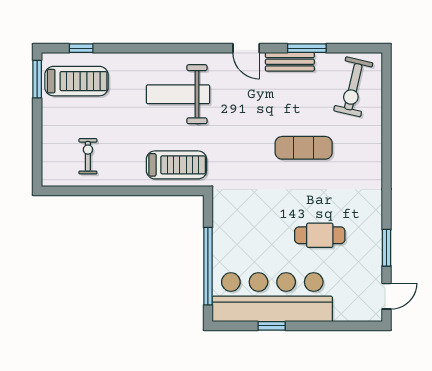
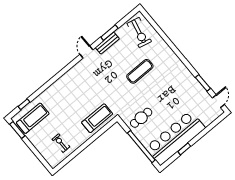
door: (246, 48) -> (86, 52), swing flipped
weight bench: (178, 94) -> (75, 91), removed
cafe table: (320, 235) -> (141, 118), moved

